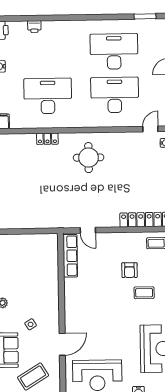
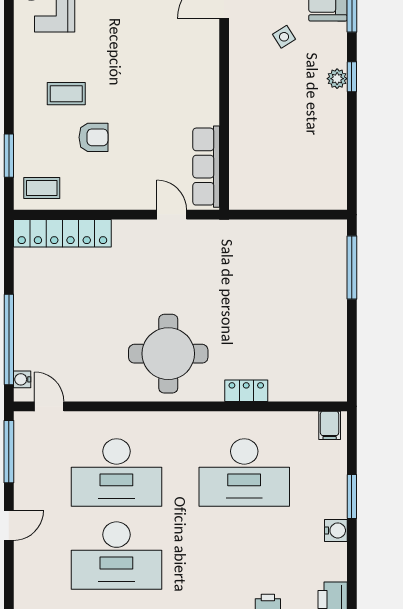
door: (150, 129) -> (49, 406), swing flipped
round table: (89, 158) -> (168, 354), width x1.36, depth x1.36
armchair: (129, 270) -> (93, 137), turned 90

